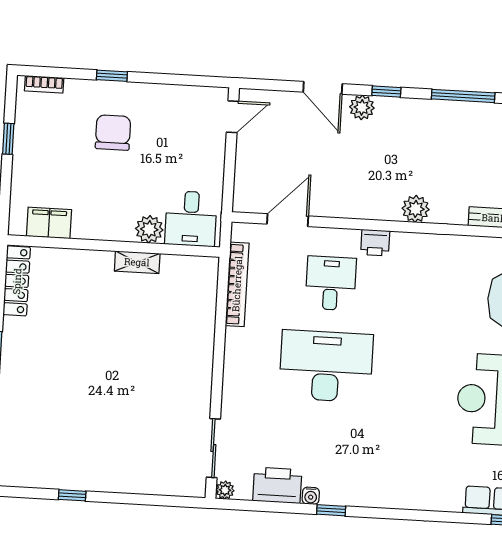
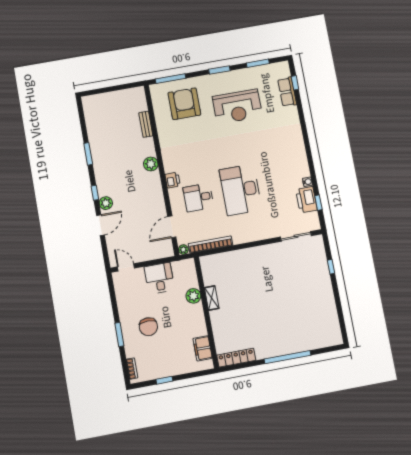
window: (112, 76) -> (119, 335), width x1.50
window: (463, 96) -> (88, 154), width x0.69
chair: (113, 132) -> (148, 327), turned -90
desk: (191, 219) -> (159, 278), moved, turned -90
door: (288, 220) -> (172, 227), hinge flipped
plant: (225, 490) -> (183, 250), moved
window: (72, 495) -> (331, 267), moved
window: (331, 510) -> (318, 203), moved

